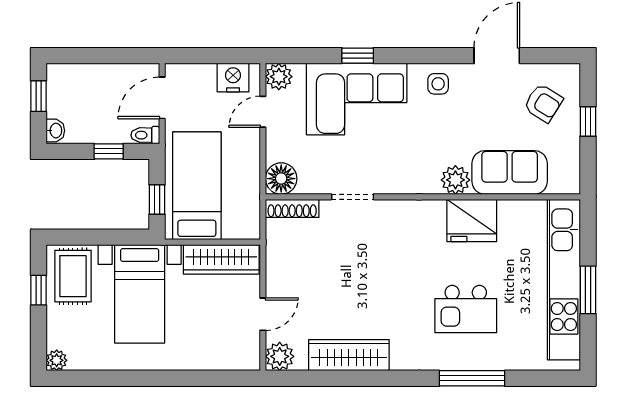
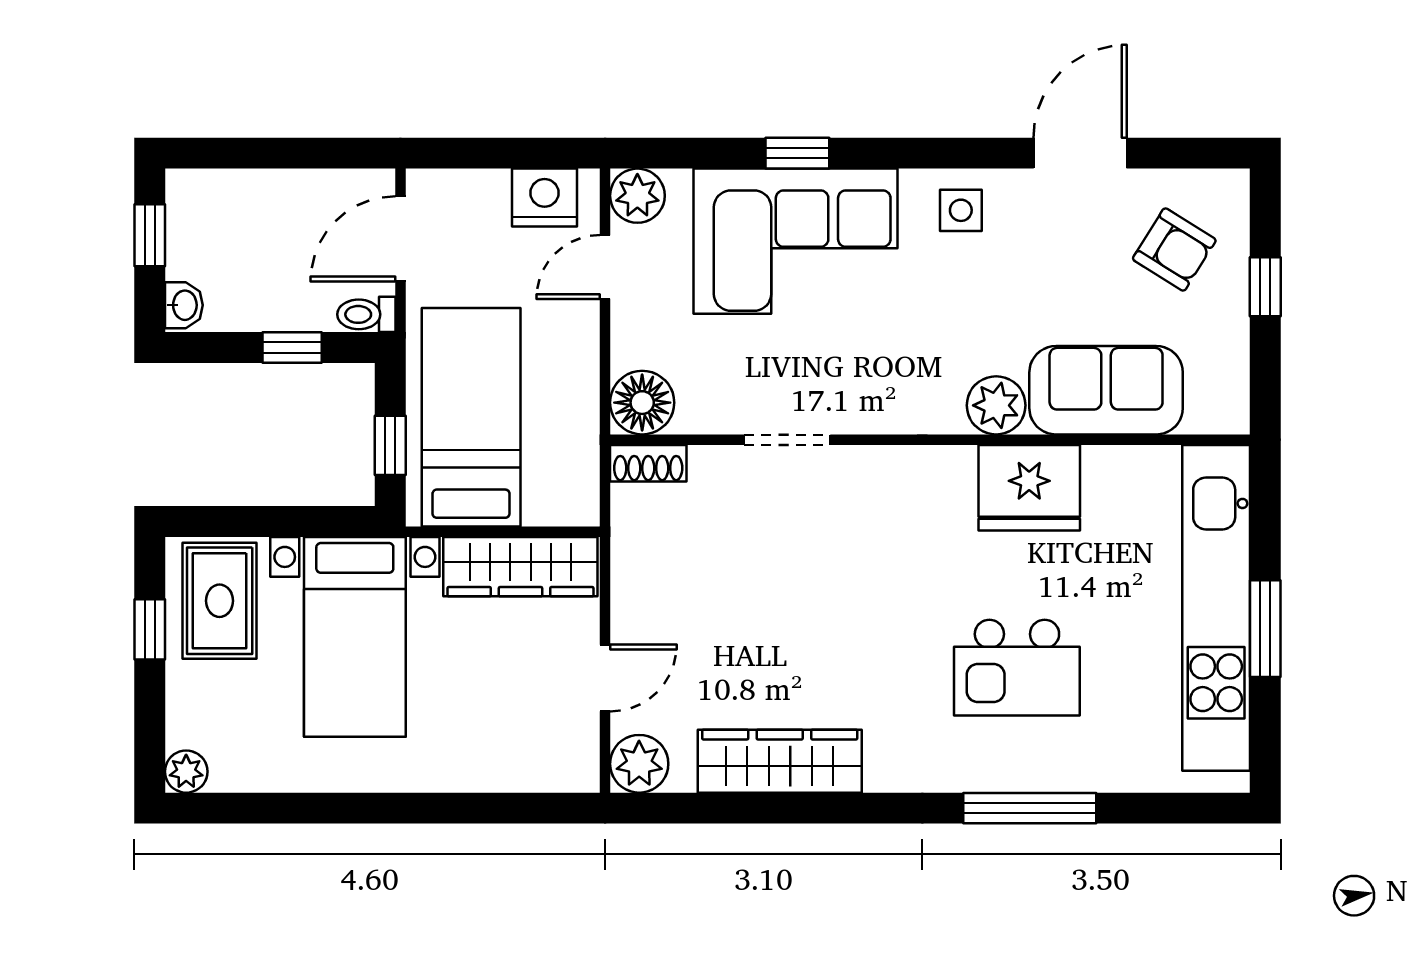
shoe rack: (292, 208) -> (648, 463), width x0.70

